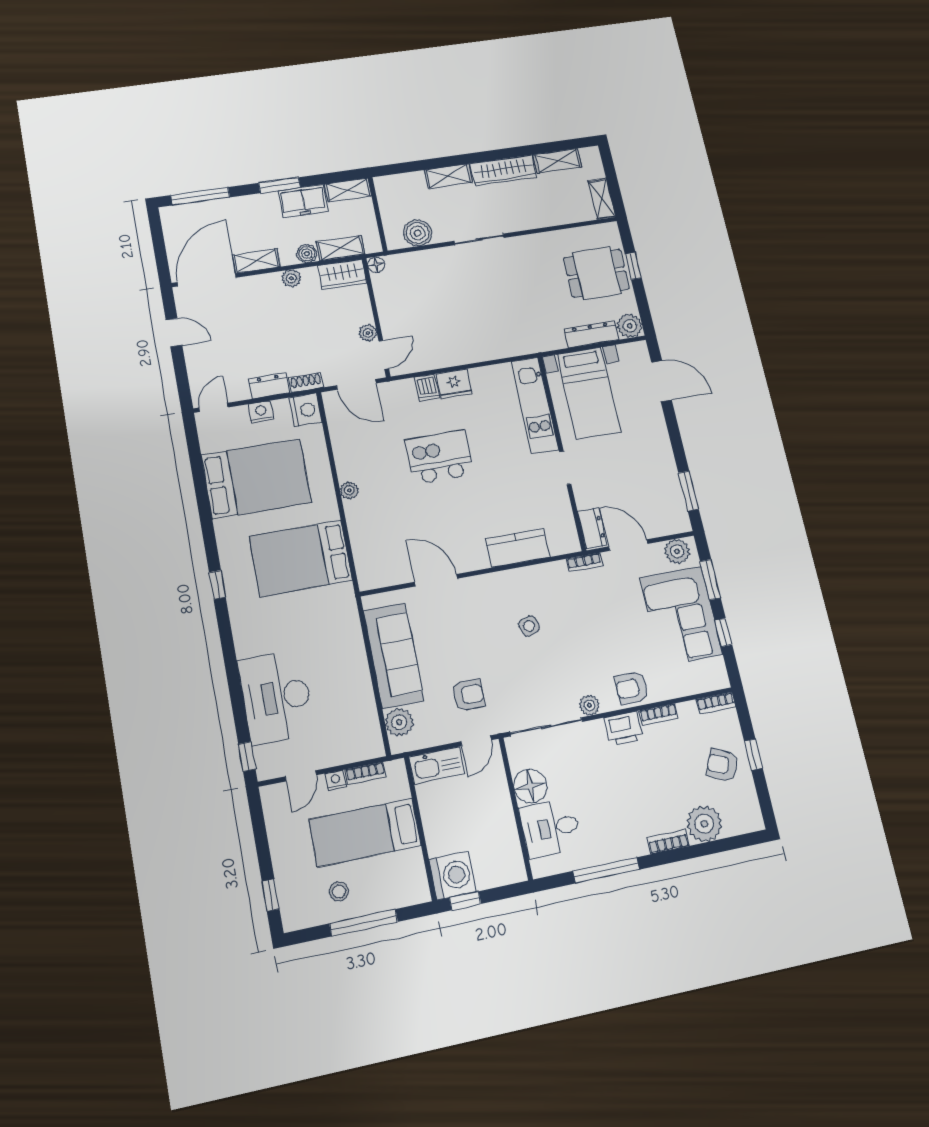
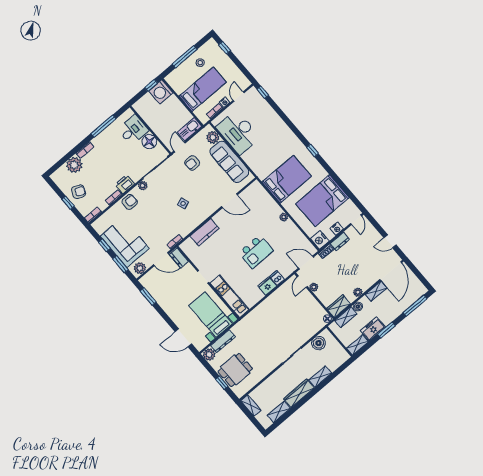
desk: (276, 697) -> (238, 132), moved, turned 180

